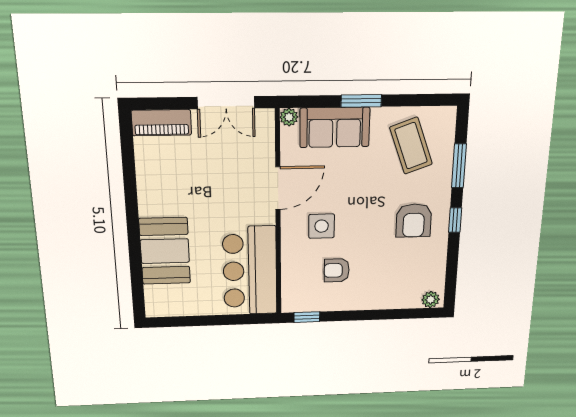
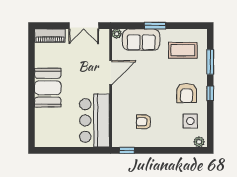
coffee table: (411, 146) -> (183, 50), turned -70
side table: (322, 226) -> (190, 121), moved
booth: (165, 251) -> (48, 88), moved

